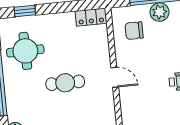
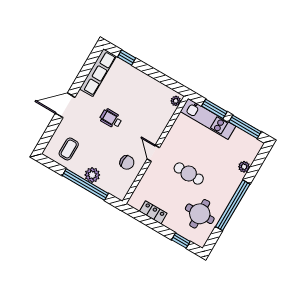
locker: (91, 17) -> (153, 212), moved
chair: (134, 31) -> (127, 162), moved

